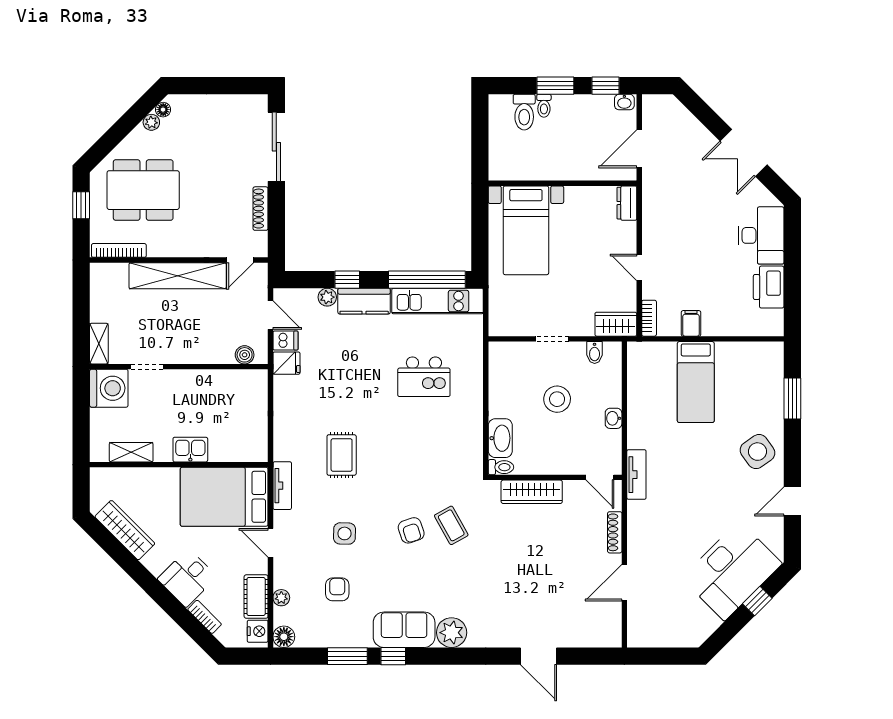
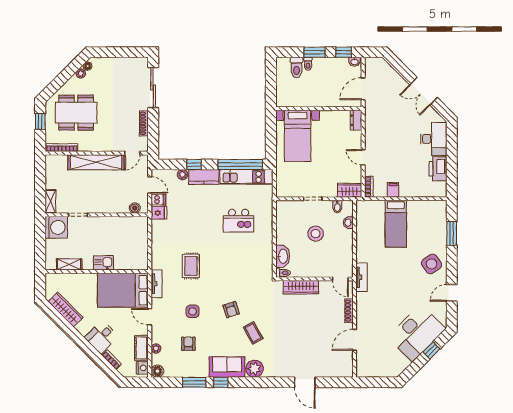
washbasin: (614, 418) -> (348, 223), moved
coffee table: (451, 525) -> (253, 333), moved

